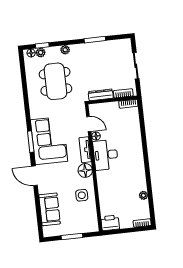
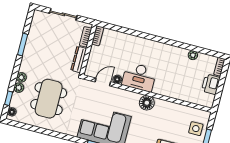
plant: (41, 53) -> (19, 88), moved
dining table: (55, 81) -> (49, 99), turned 90
tv unit: (85, 150) -> (127, 95), removed
side table: (82, 195) -> (196, 129), moved
printer: (110, 223) -> (211, 84), moved

